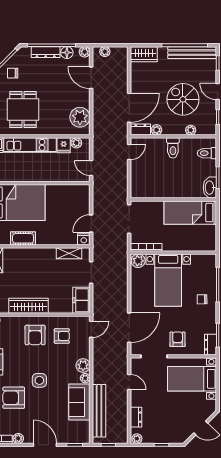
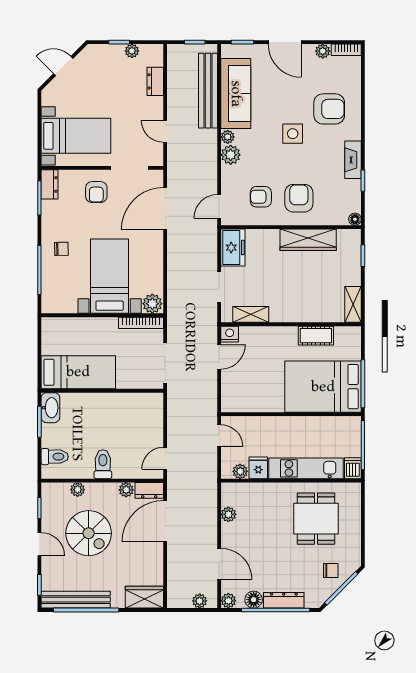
plant: (80, 117) -> (228, 514), width x0.53, depth x0.53
sofa: (79, 402) -> (236, 94), width x1.36
plant: (137, 439) -> (132, 51), moved

